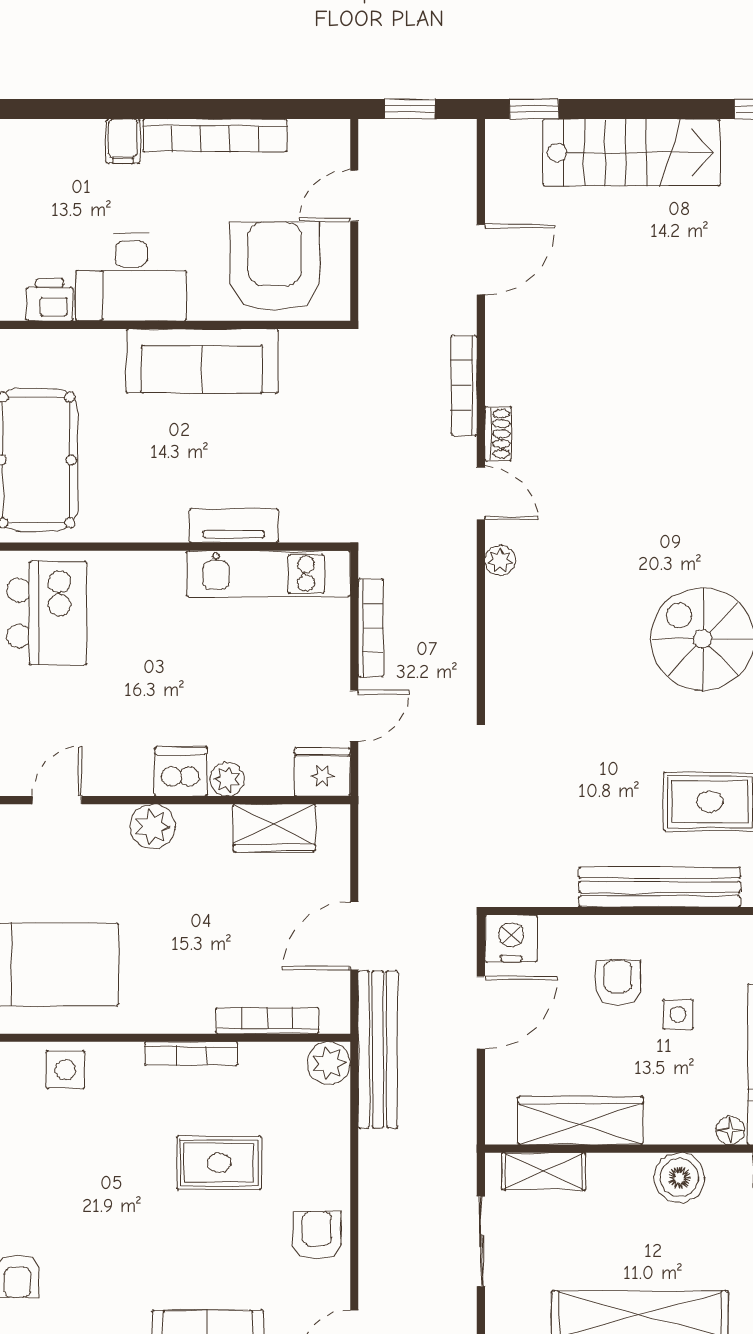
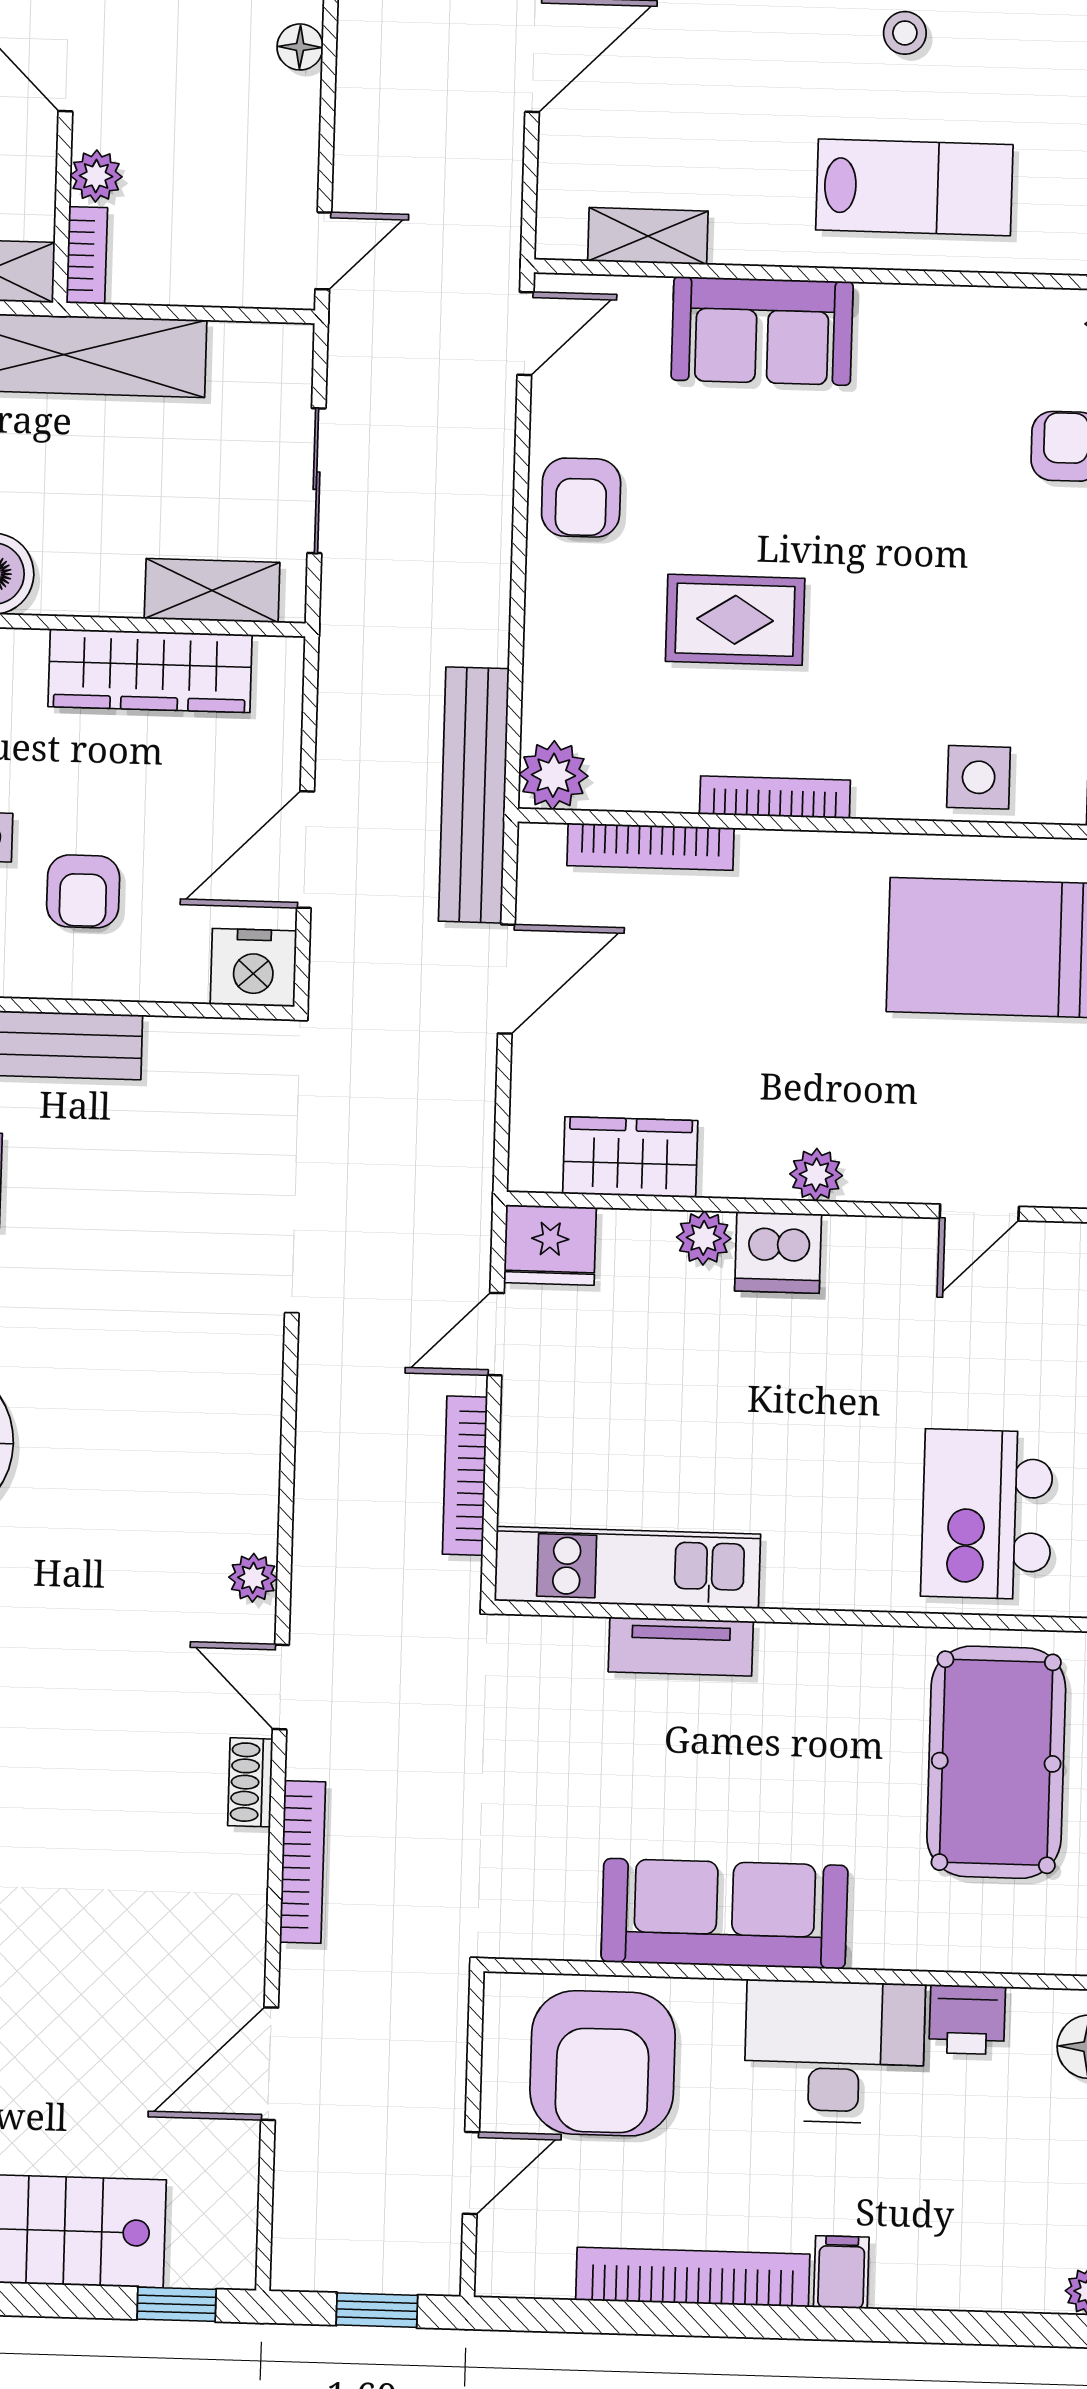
plant: (153, 827) -> (816, 1175), width x0.73, depth x0.73

